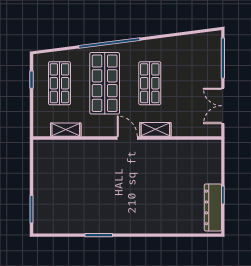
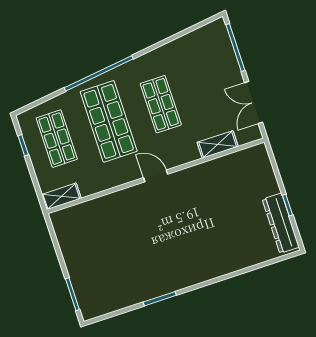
shelving: (155, 129) -> (218, 144), moved
shelving: (66, 130) -> (61, 196), moved

